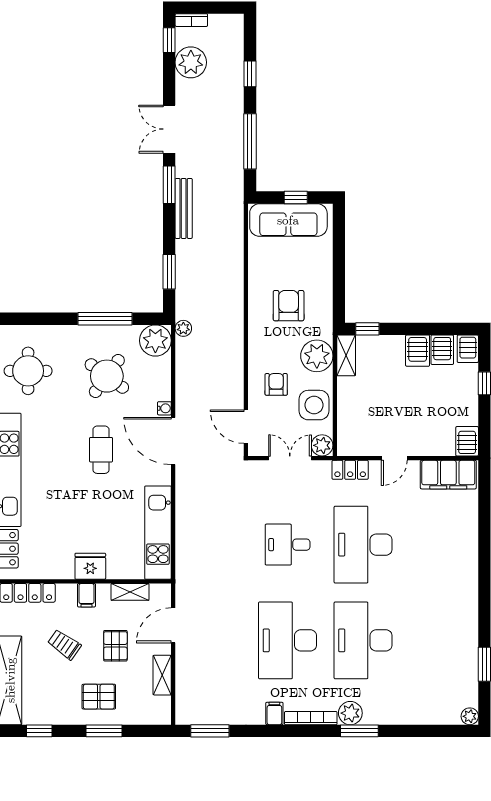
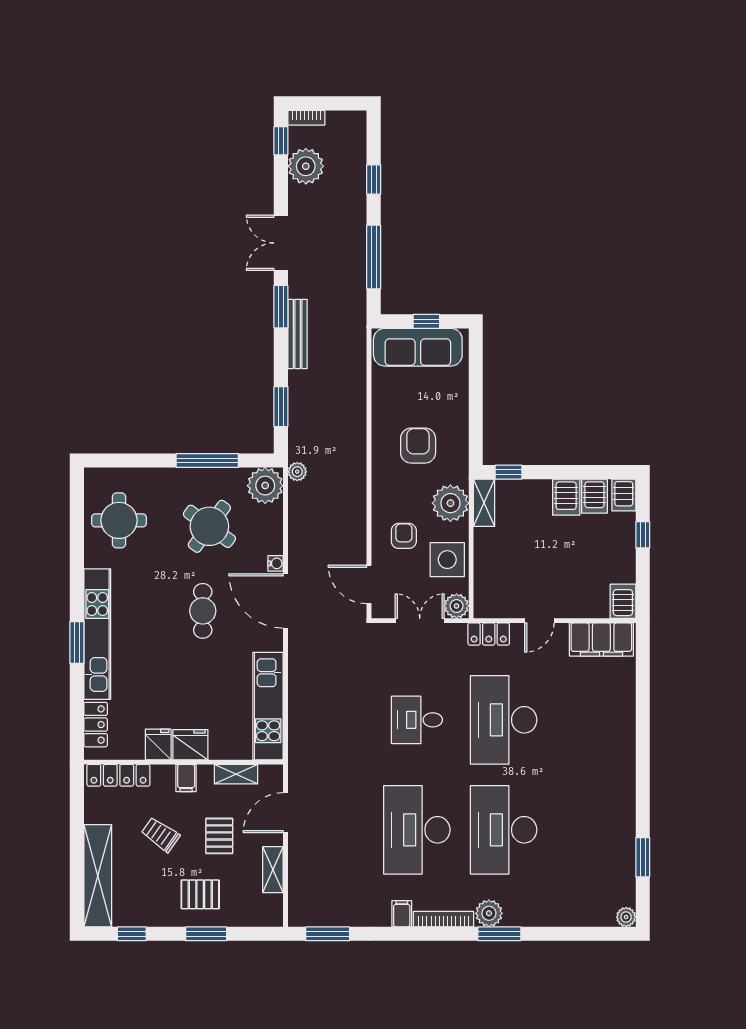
fridge: (62, 566) -> (158, 744), added

